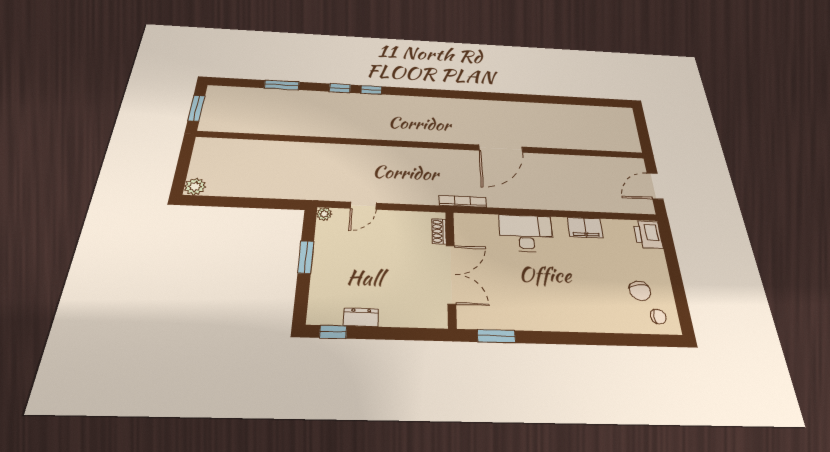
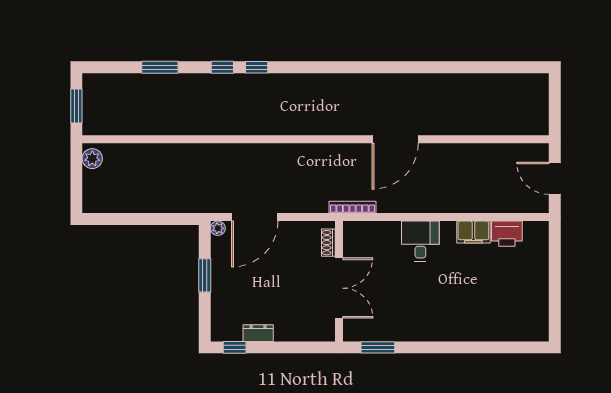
door: (655, 186) -> (555, 178), hinge flipped
plant: (195, 187) -> (92, 159), moved
door: (363, 206) -> (255, 217), width x1.88
desk: (526, 233) -> (420, 241), width x0.73
printer: (648, 235) -> (507, 234), moved, turned -90
chair: (640, 291) -> (517, 299), removed
chair: (658, 317) -> (530, 324), removed

